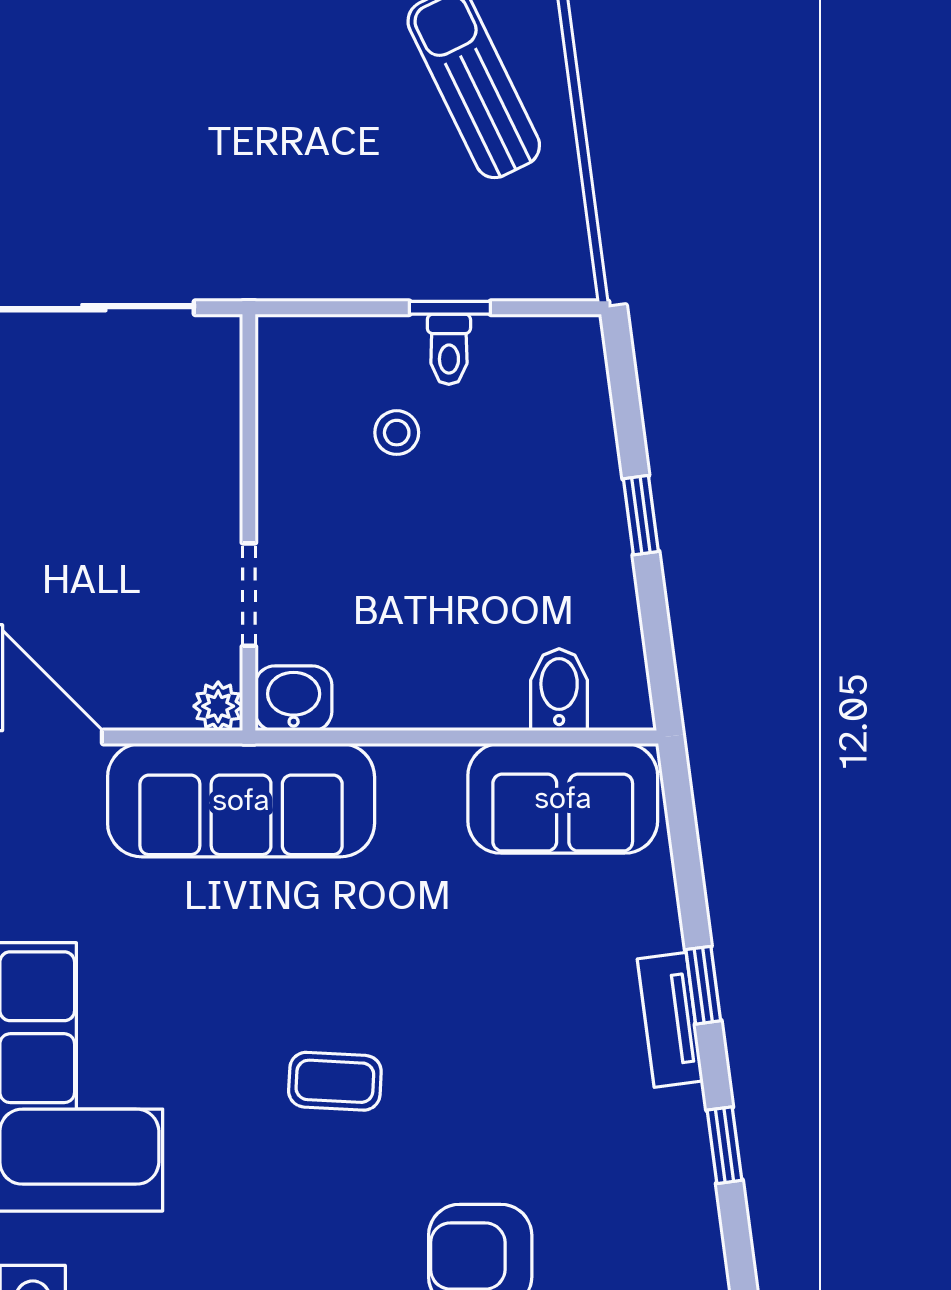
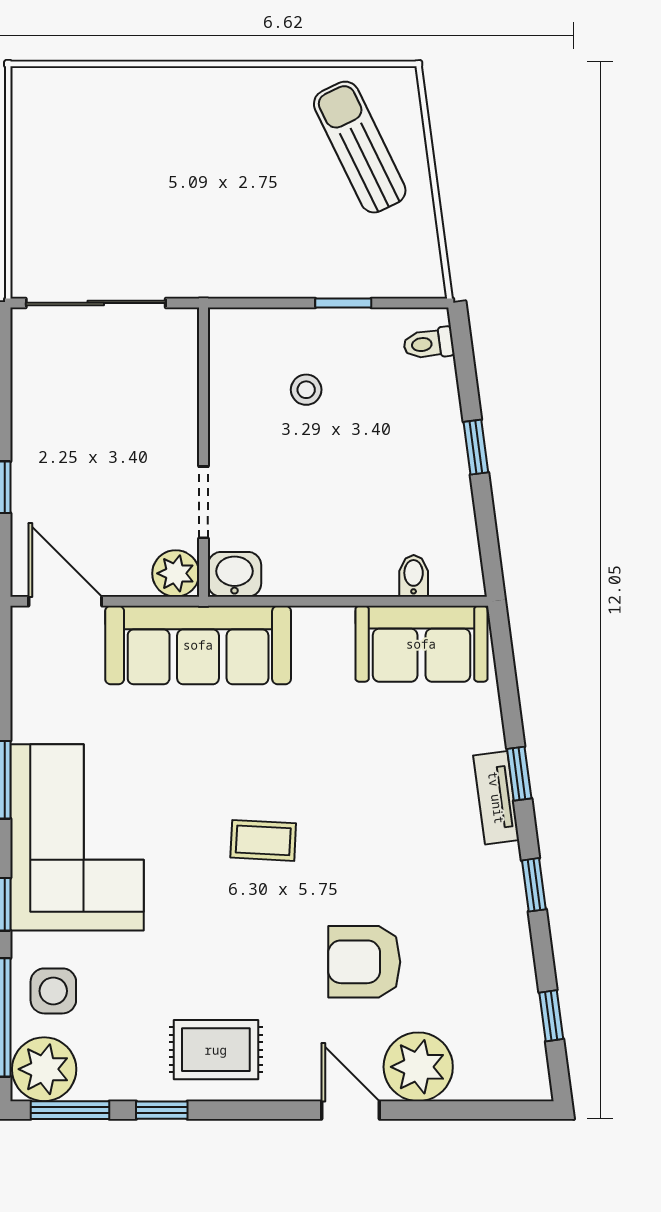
toilet: (449, 349) -> (429, 344), moved, turned 82
bidet: (559, 690) -> (414, 576), width x0.72, depth x0.74
plant: (218, 706) -> (176, 573), width x1.38, depth x1.38

